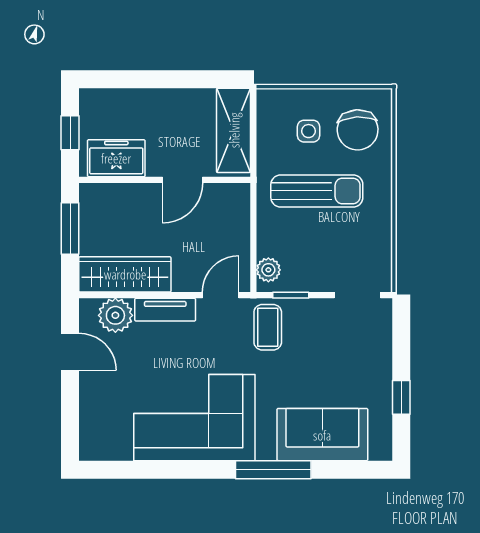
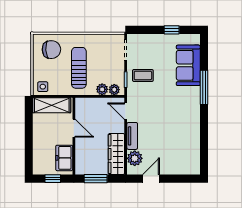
side table: (308, 131) -> (43, 87), moved
plant: (269, 243) -> (102, 89), added
coffee table: (268, 327) -> (143, 75), moved
corner sofa: (194, 418) -> (181, 123), removed

